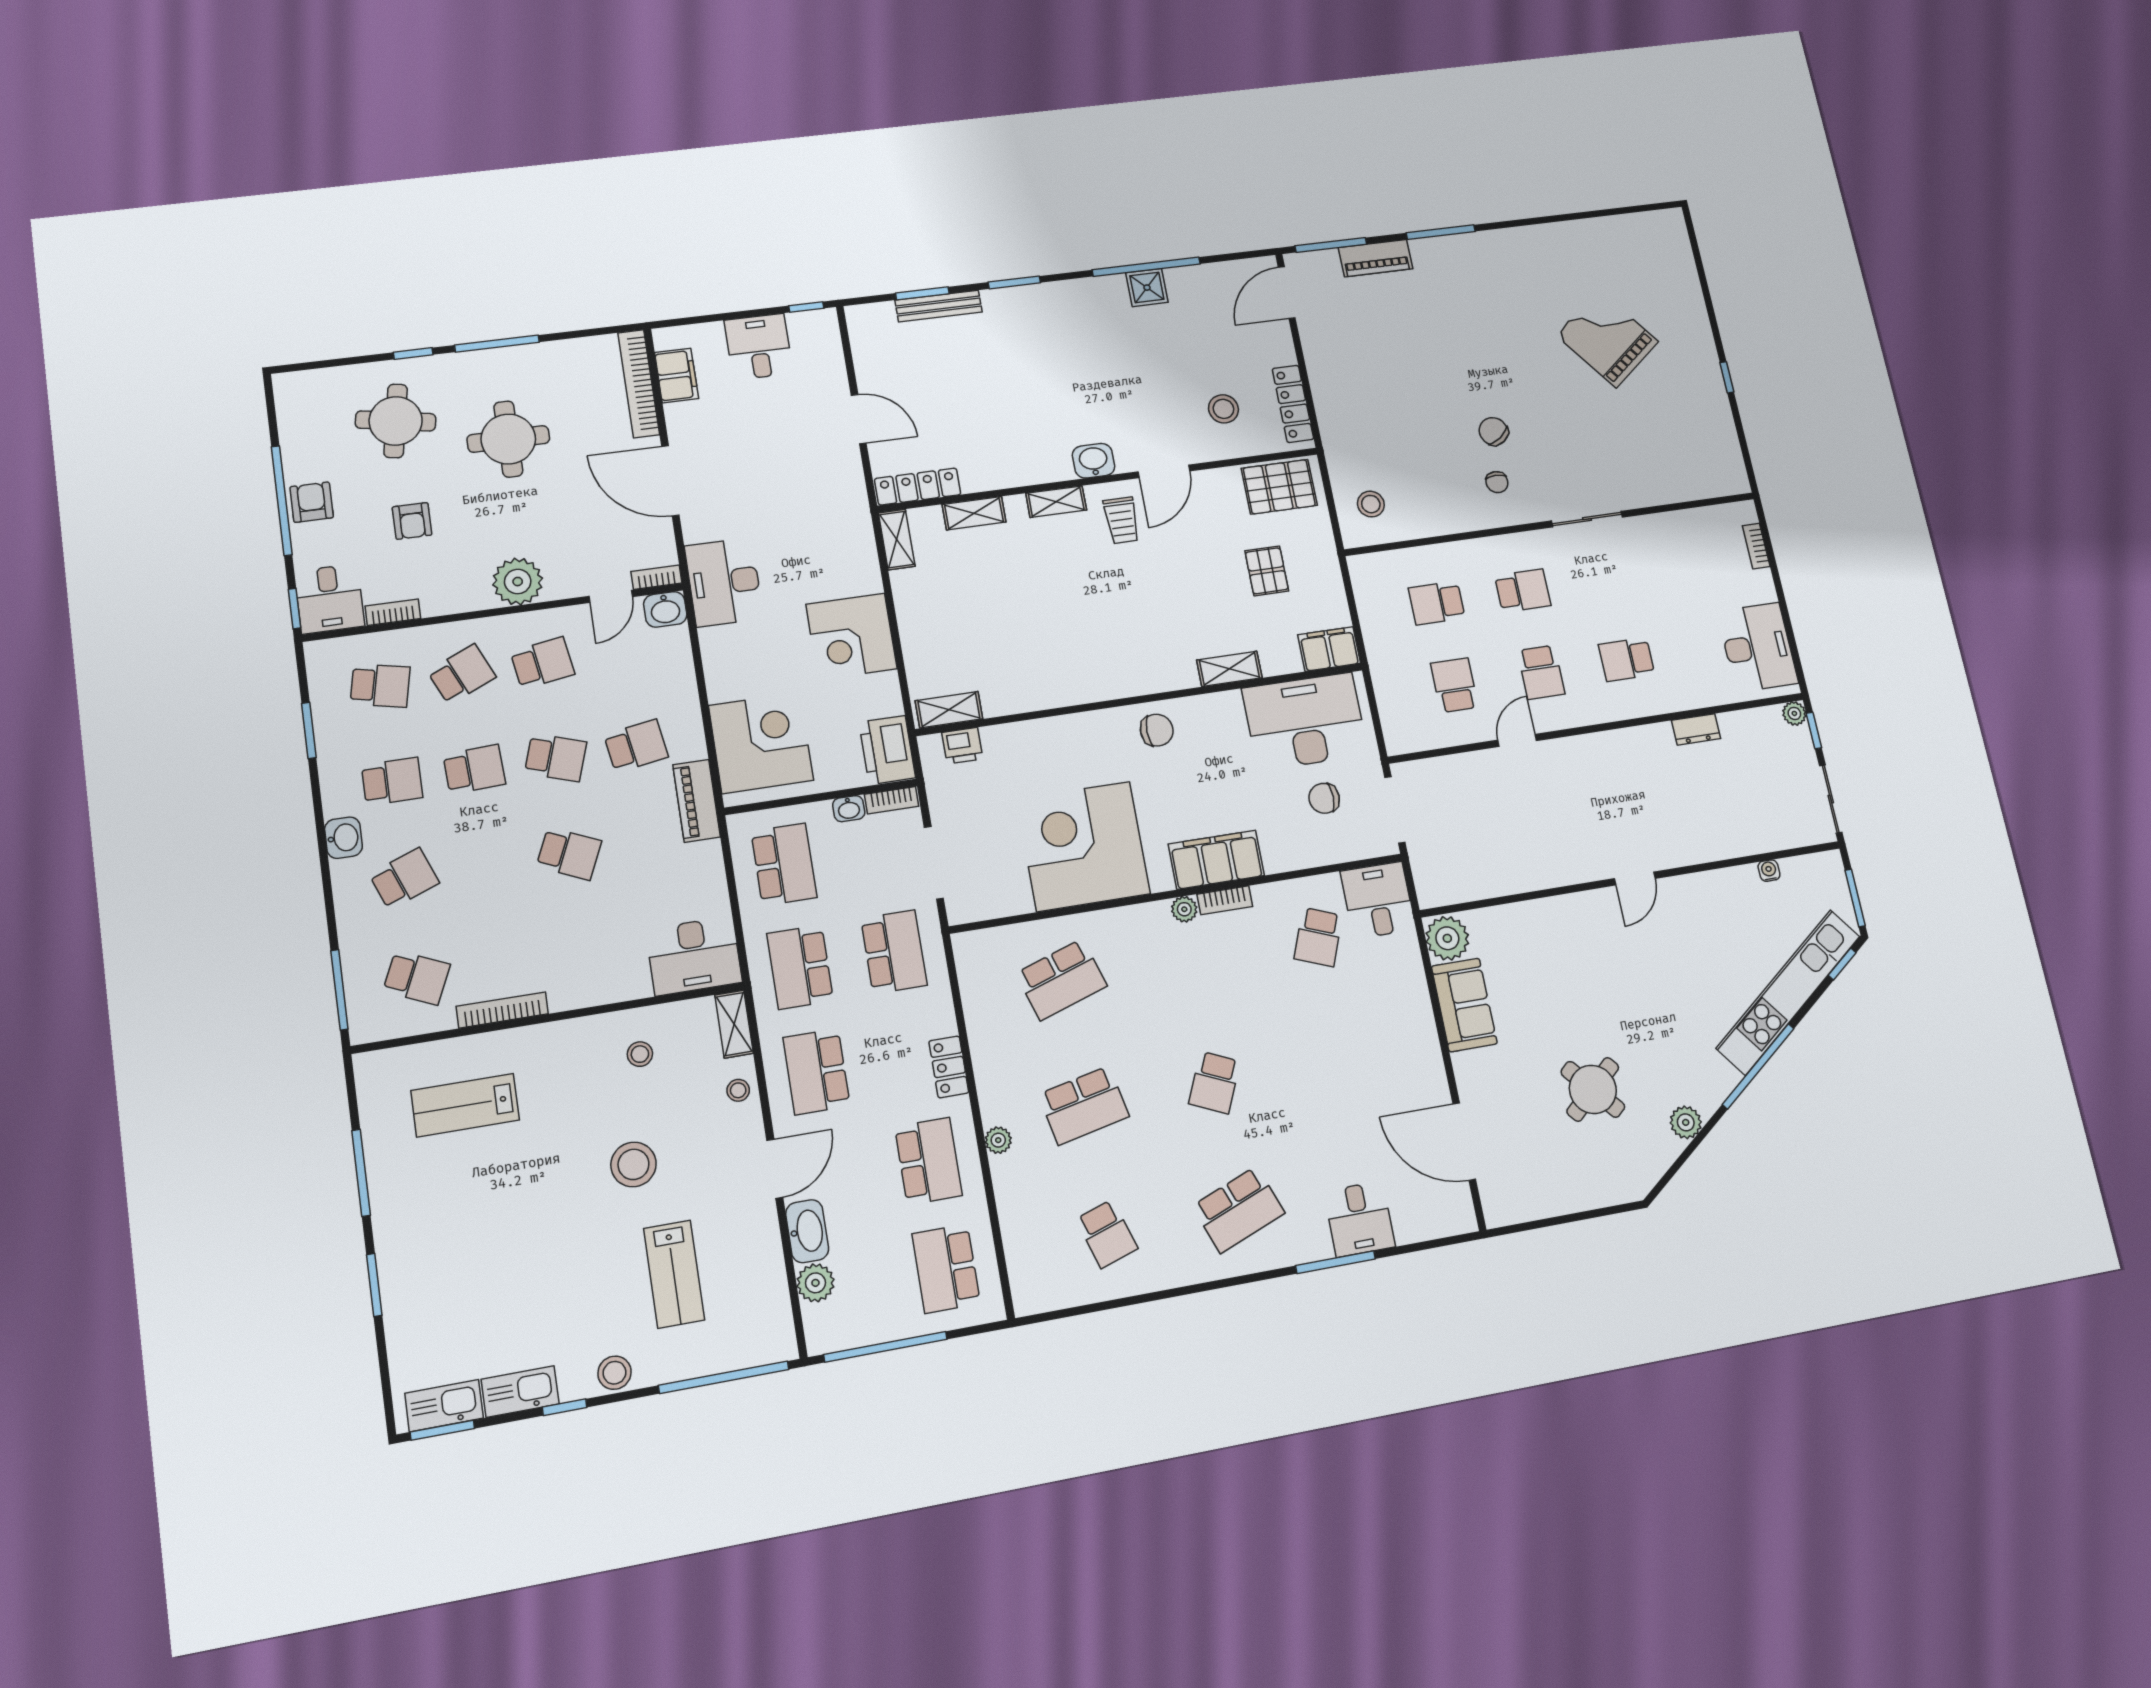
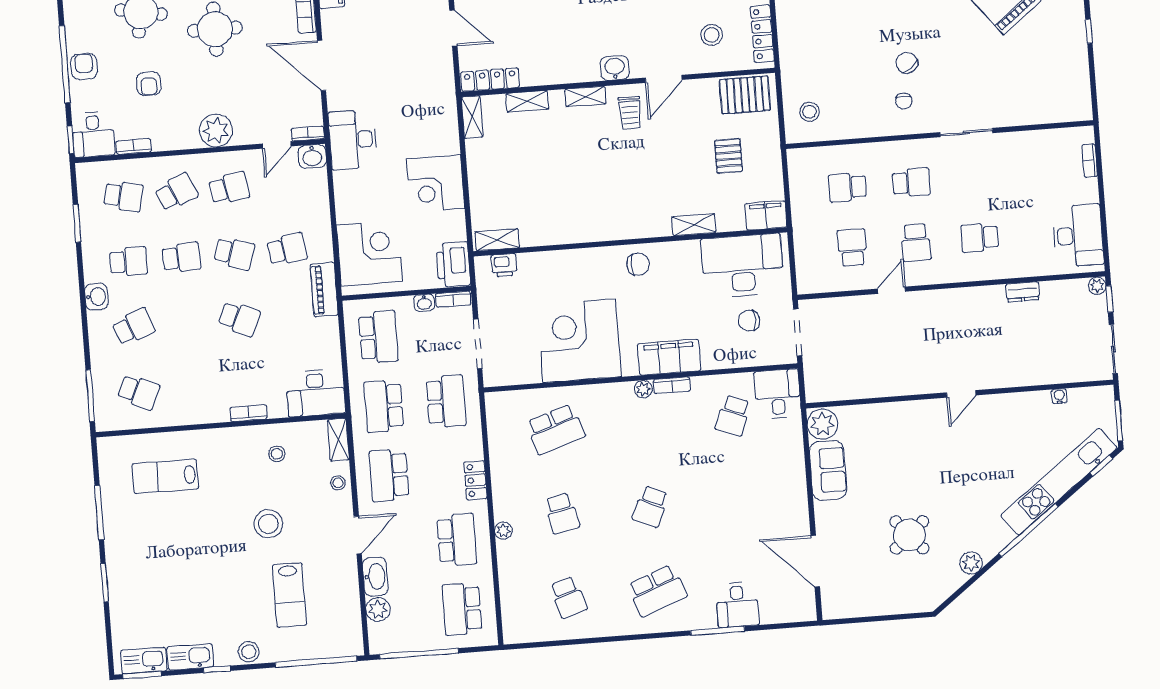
bookcase: (502, 1010) -> (249, 413), moved, width x0.64
school desk: (1084, 1105) -> (562, 513), width x0.54

